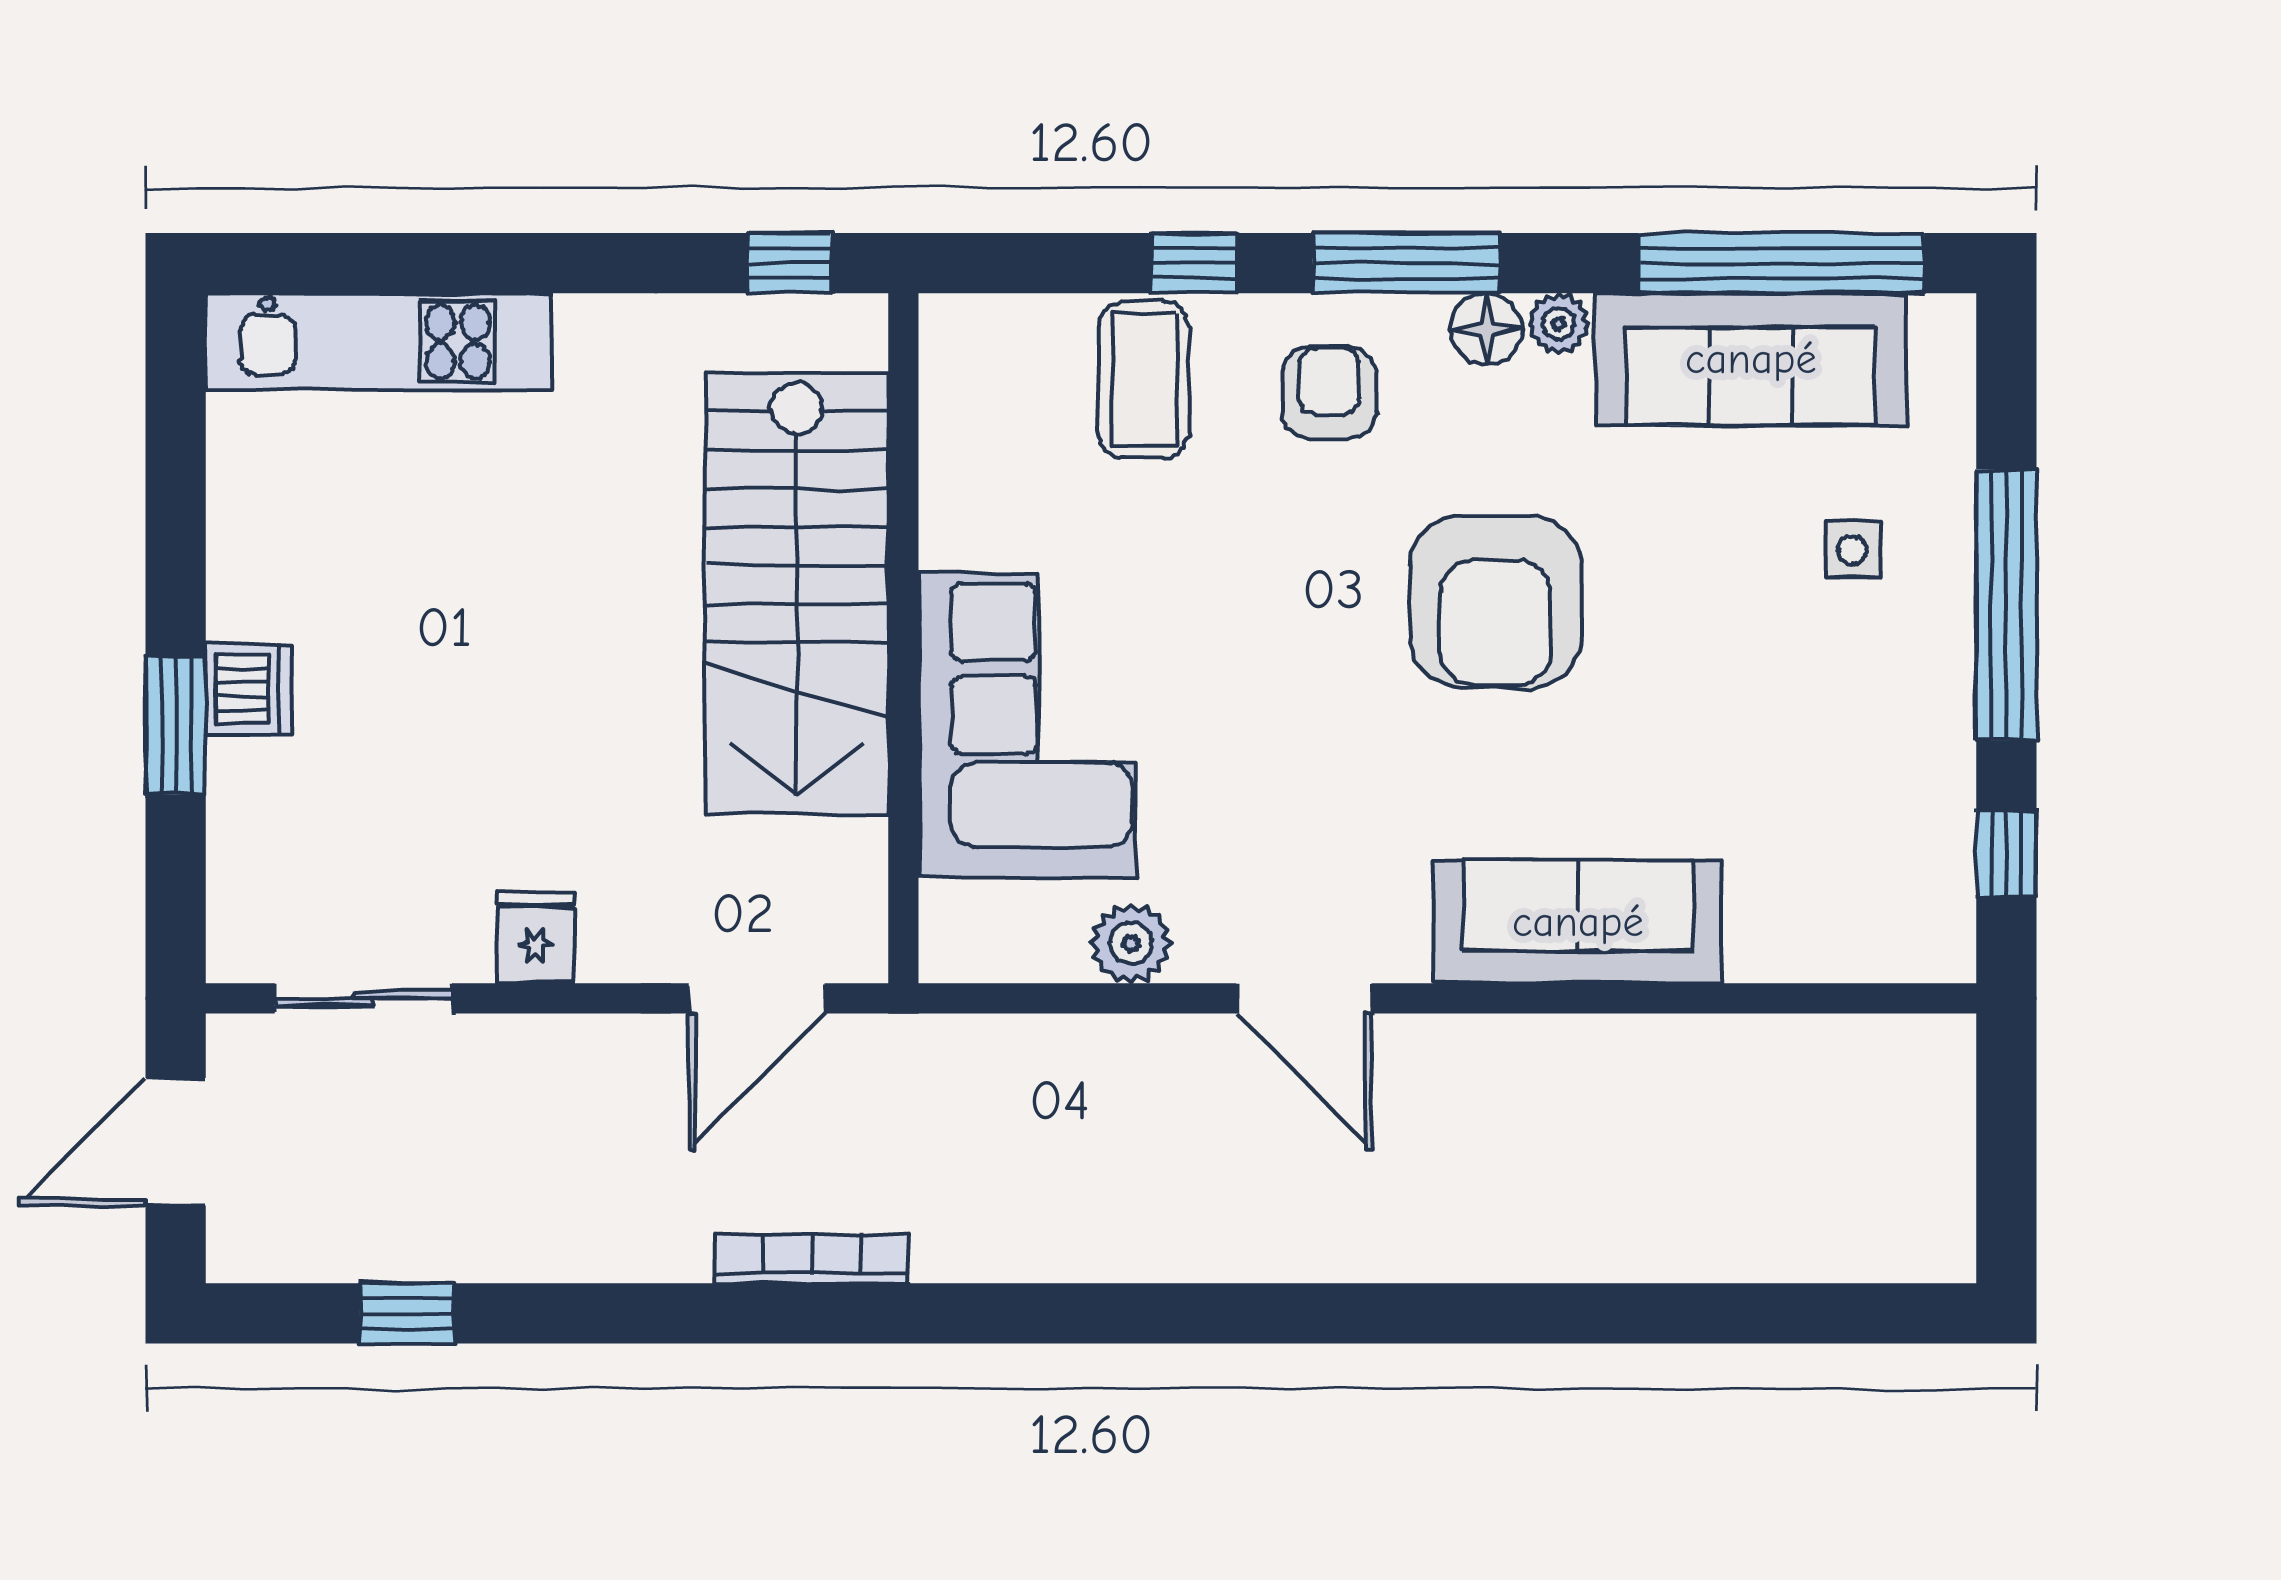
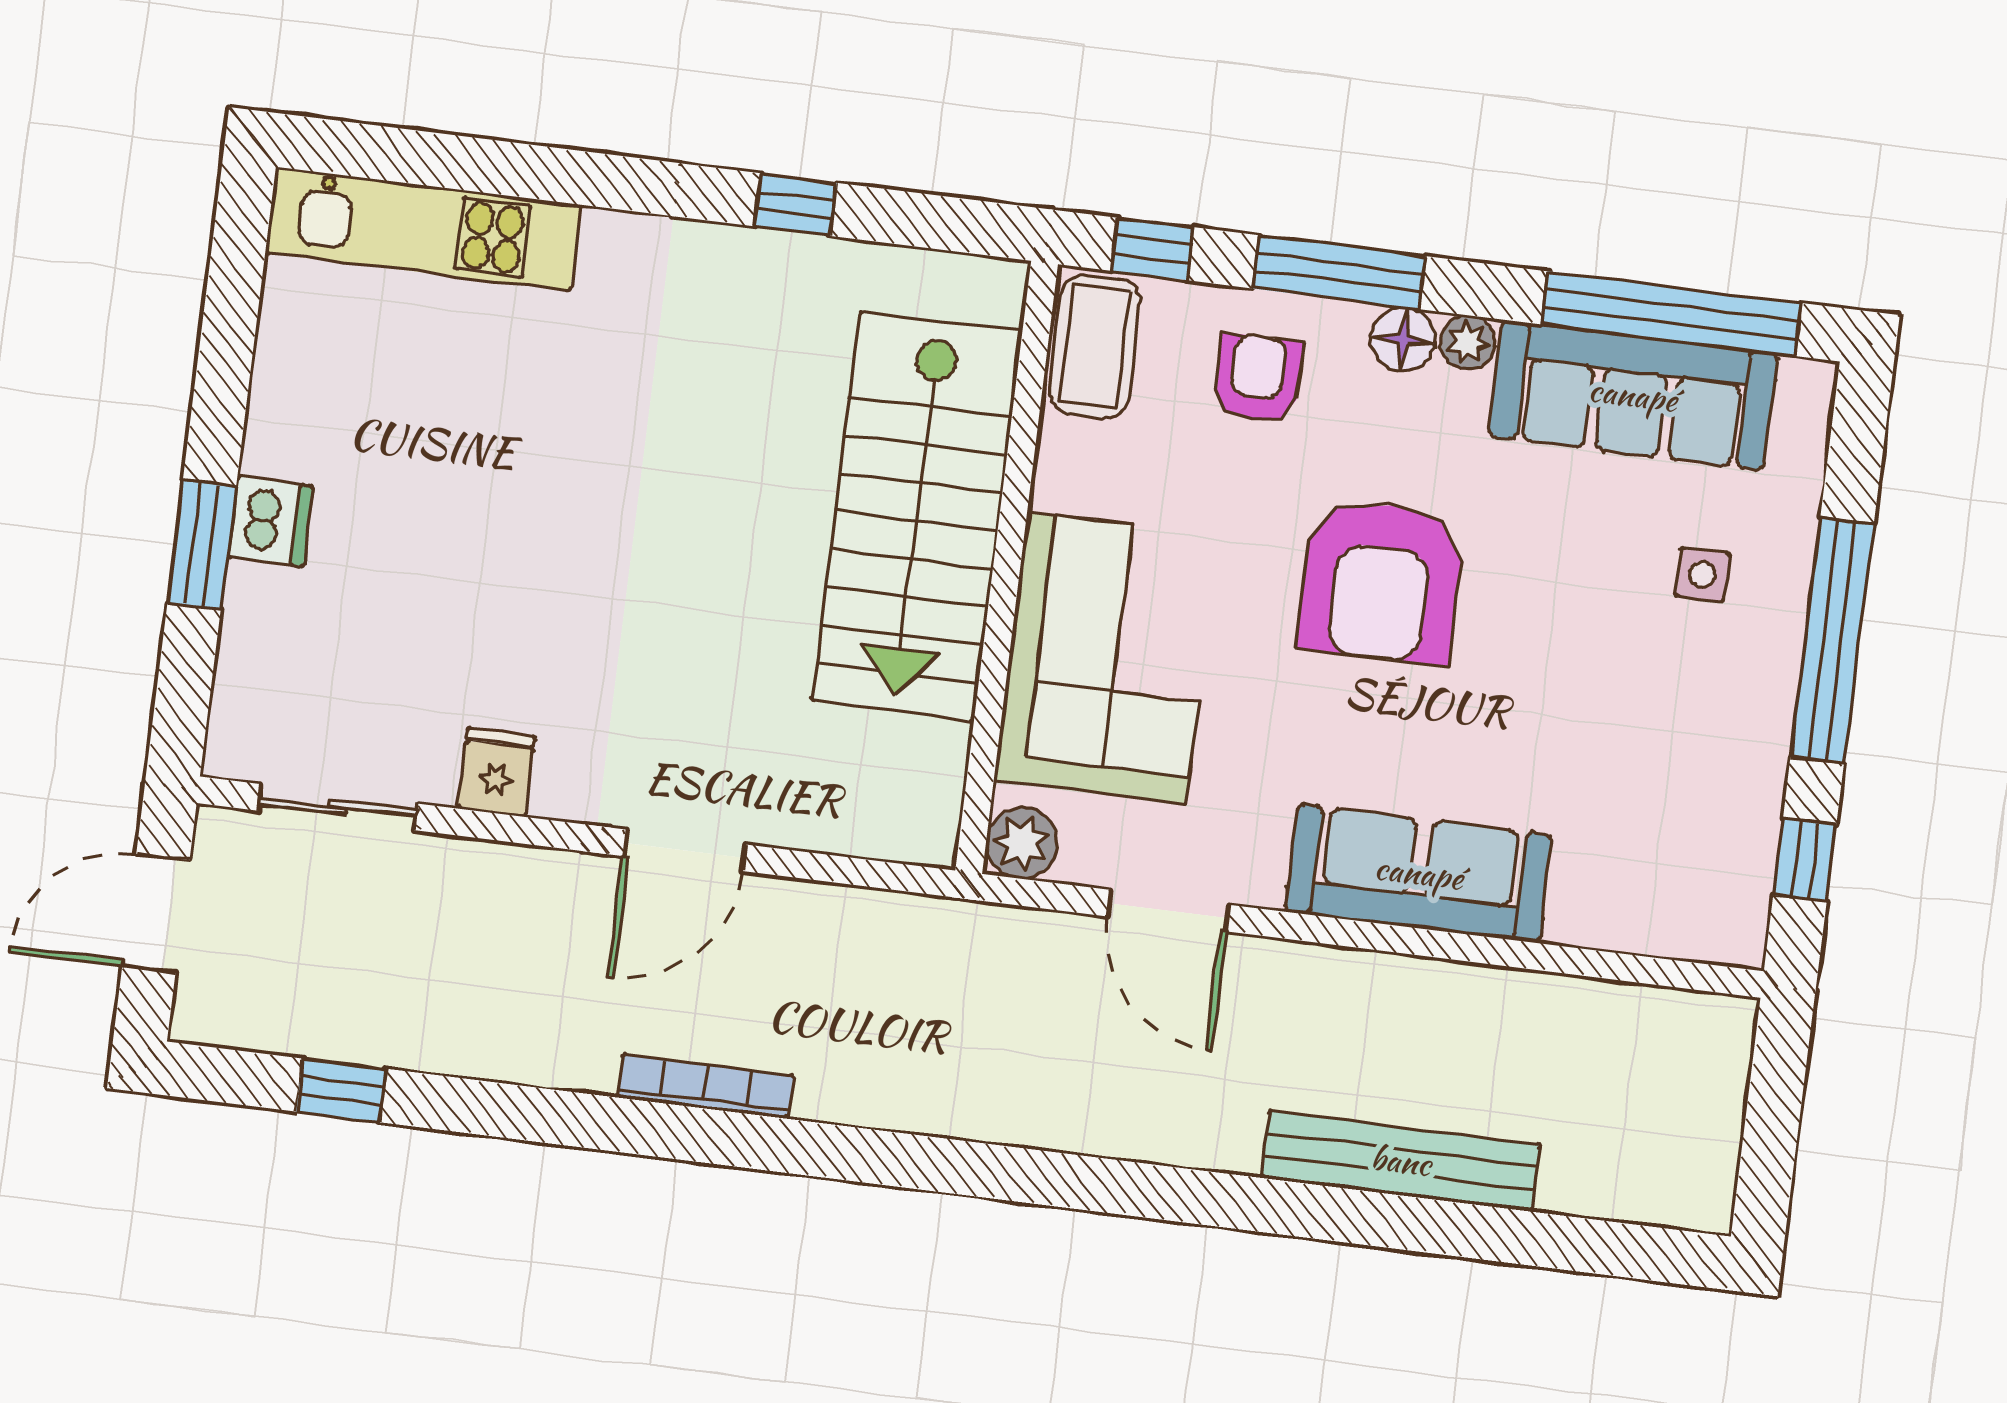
stairs: (797, 593) -> (917, 516), moved
wall: (903, 638) -> (1007, 567), moved
corner sofa: (1027, 725) -> (1106, 658), moved
bench: (1598, 1245) -> (1401, 1161), added

